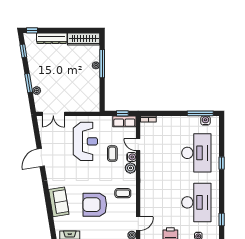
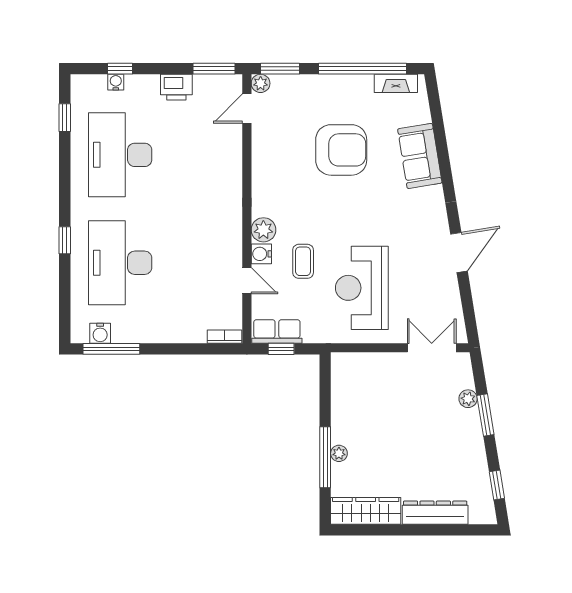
window: (32, 30) -> (478, 530), removed
coffee table: (123, 193) -> (280, 175), removed

